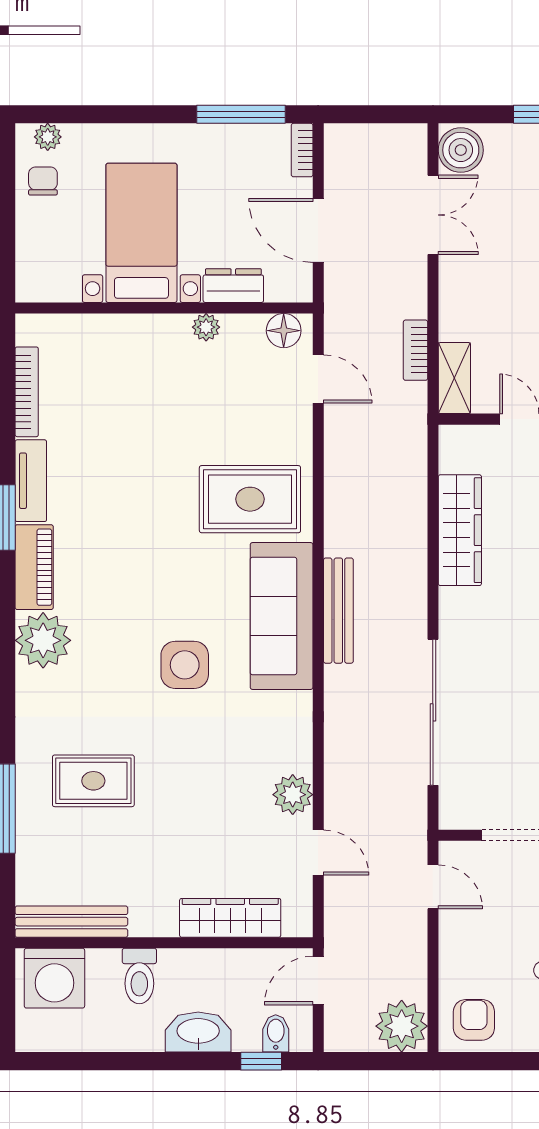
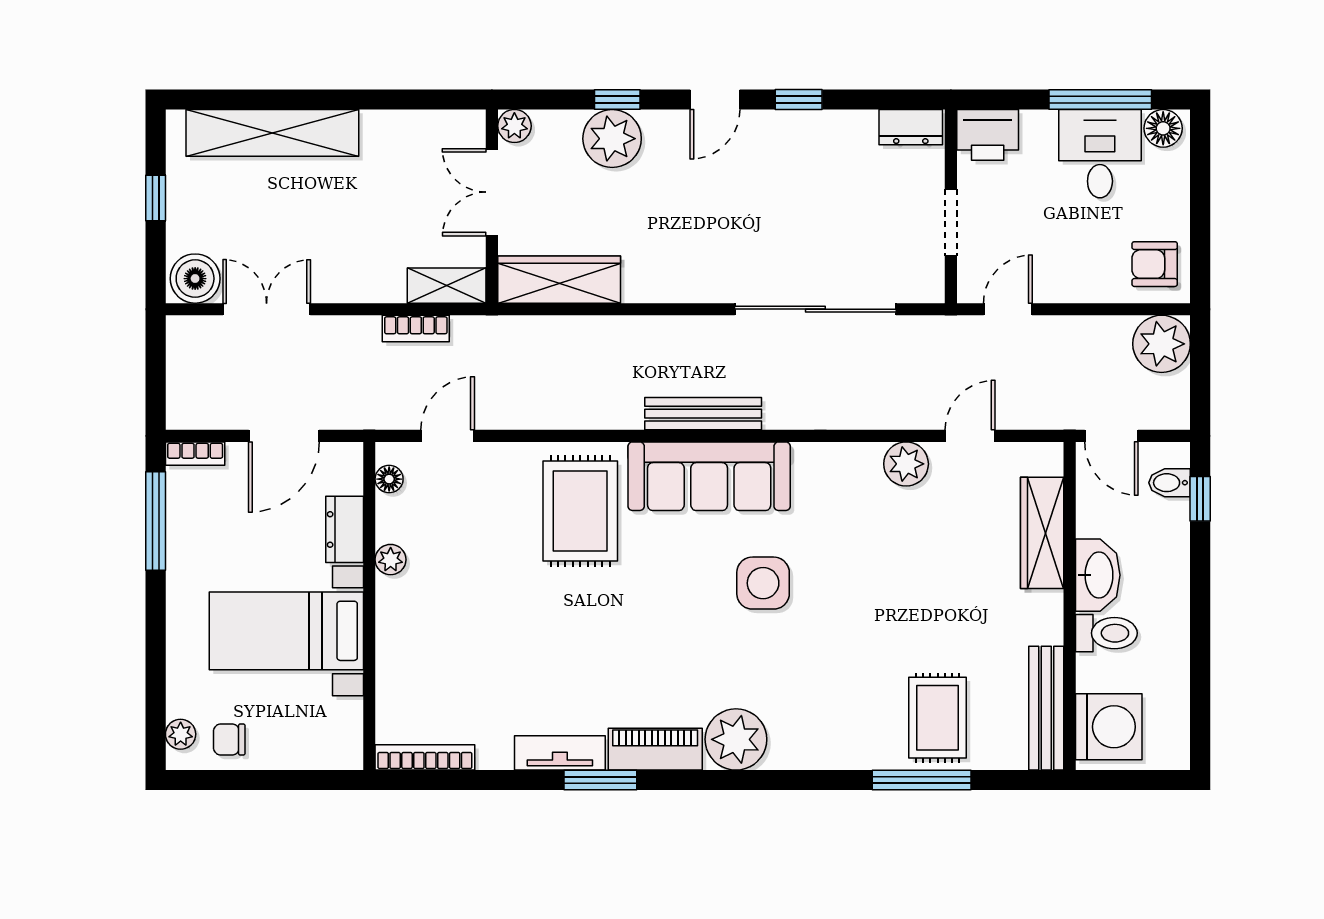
floor lamp: (284, 331) -> (389, 479), width x0.73, depth x0.73
bookcase: (27, 392) -> (425, 757), moved
wardrobe: (460, 530) -> (559, 280), moved
rug: (93, 781) -> (938, 718), moved
washbasin: (198, 1032) -> (1098, 575), moved, turned 180

